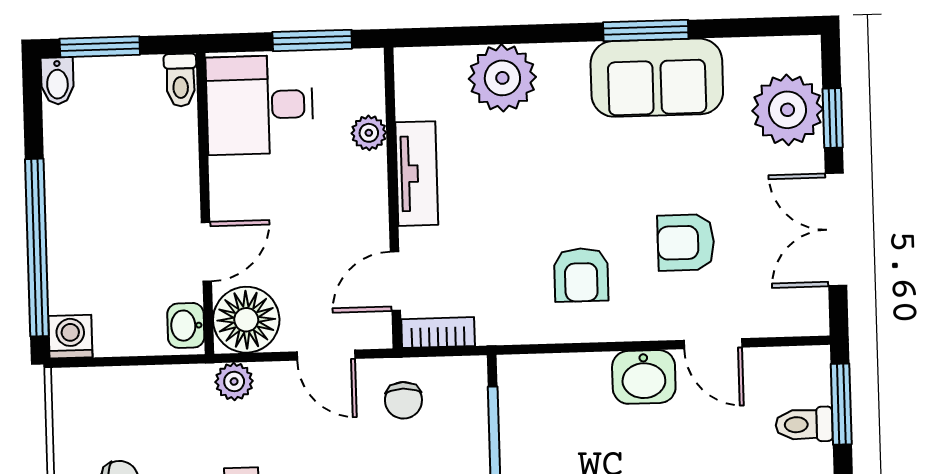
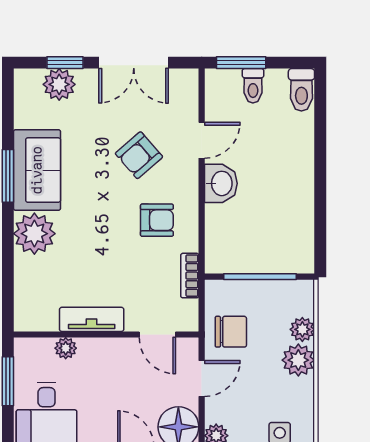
plant: (502, 78) -> (34, 234), moved
plant: (788, 110) -> (59, 84), width x0.73, depth x0.73
armchair: (686, 243) -> (139, 155), turned 49
bookcase: (438, 333) -> (190, 276), moved
chair: (403, 400) -> (231, 332), width x1.37, depth x1.37

